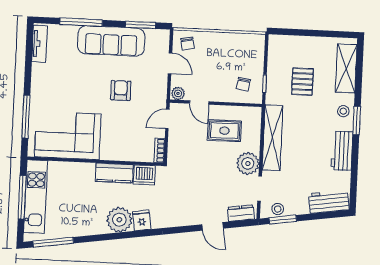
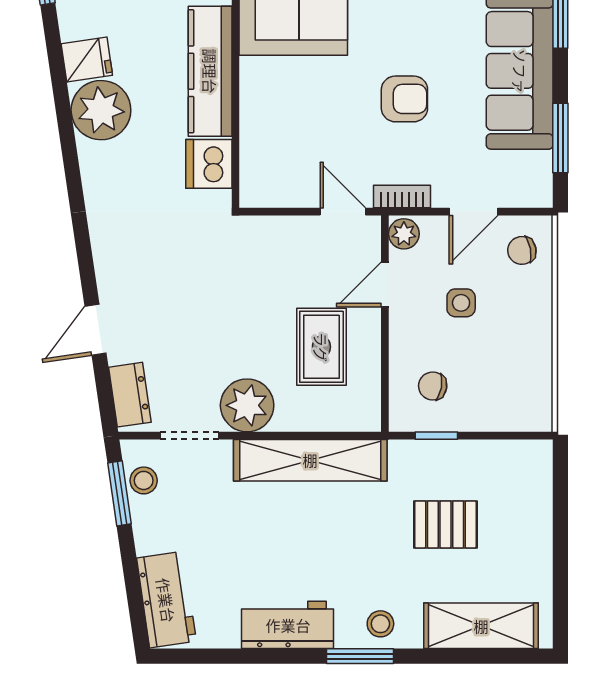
side table: (209, 70) -> (461, 303), added
bookcase: (159, 151) -> (402, 196), moved
kitchen counter: (114, 173) -> (210, 71), width x1.50
fridge: (142, 220) -> (87, 59), moved

